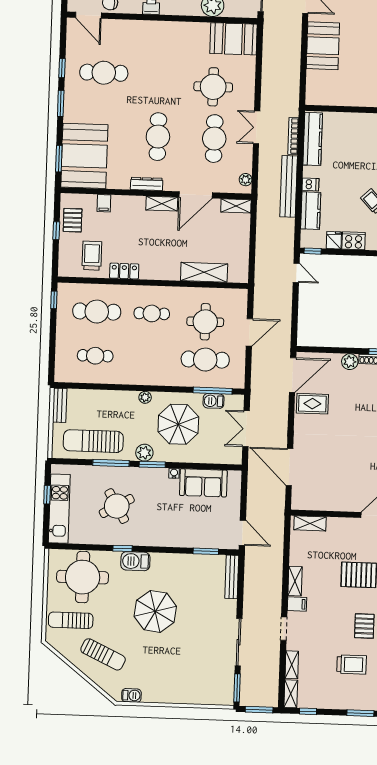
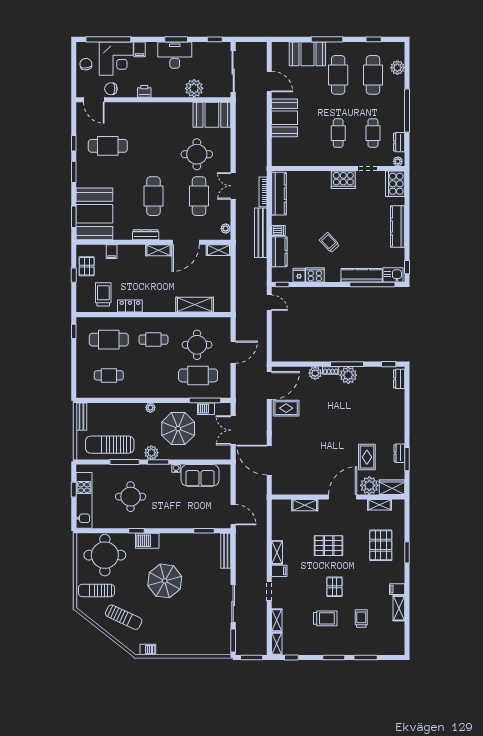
round table: (117, 506) -> (131, 497), turned 30
shelving: (310, 523) -> (305, 505), moved

